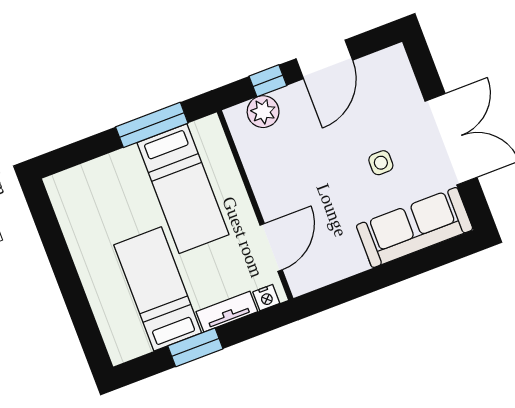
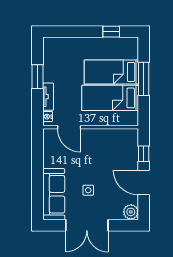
plant: (263, 112) -> (131, 212), moved
window: (152, 125) -> (144, 79), moved
window: (52, 236) -> (111, 32), added
bed: (158, 289) -> (111, 72), moved, turned 180

